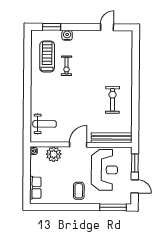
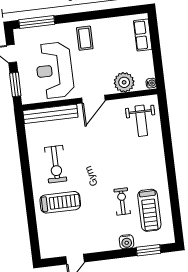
treadmill: (113, 71) -> (60, 202), added
weight bench: (45, 124) -> (141, 121), turned -90

